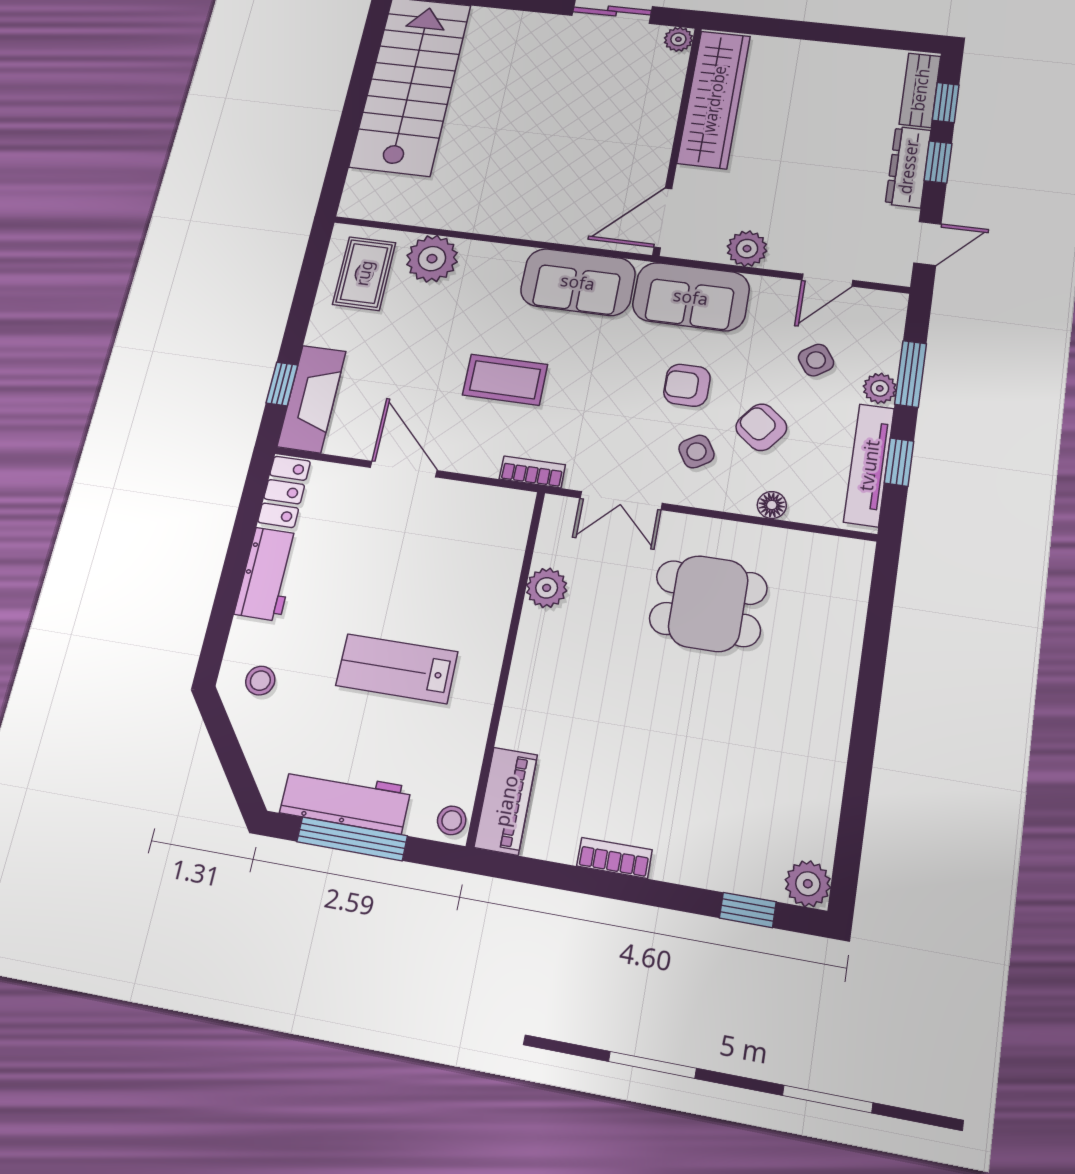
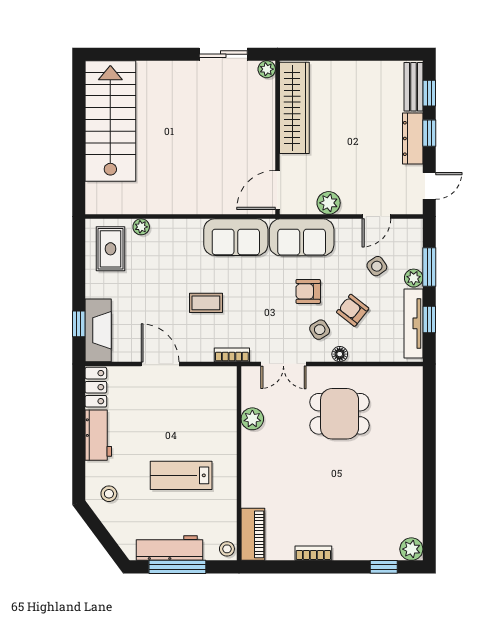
plant: (432, 259) -> (141, 227), width x0.53, depth x0.53
coffee table: (505, 380) -> (206, 303), width x0.73, depth x0.77
floor lamp: (772, 505) -> (340, 354), moved

